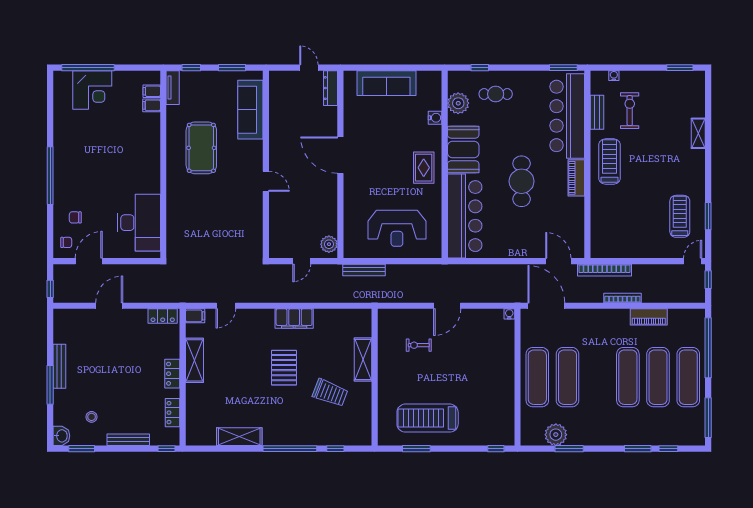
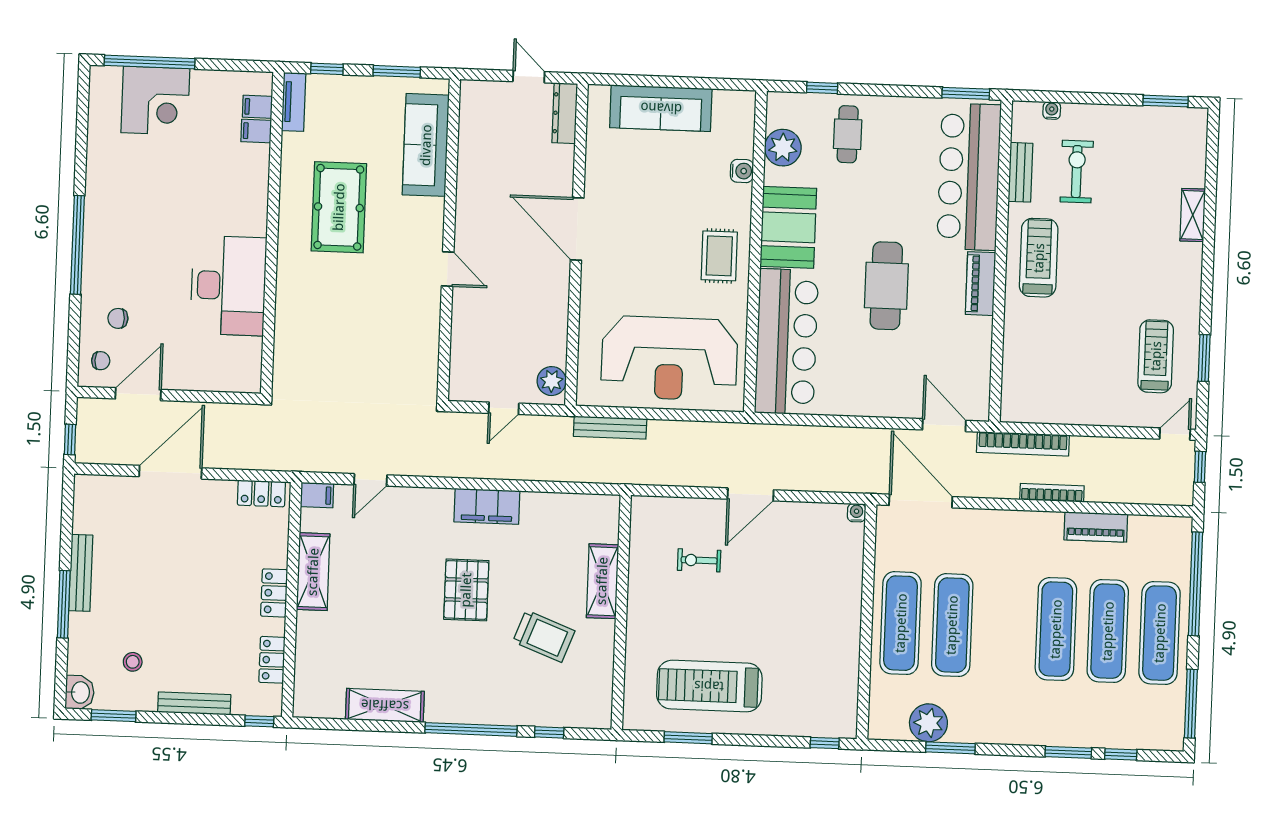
cafe table: (496, 94) -> (848, 134), turned 90
desk: (139, 223) -> (228, 286), moved
reception desk: (397, 228) -> (669, 358), width x1.36, depth x1.30
door: (109, 306) -> (170, 472), width x1.36

